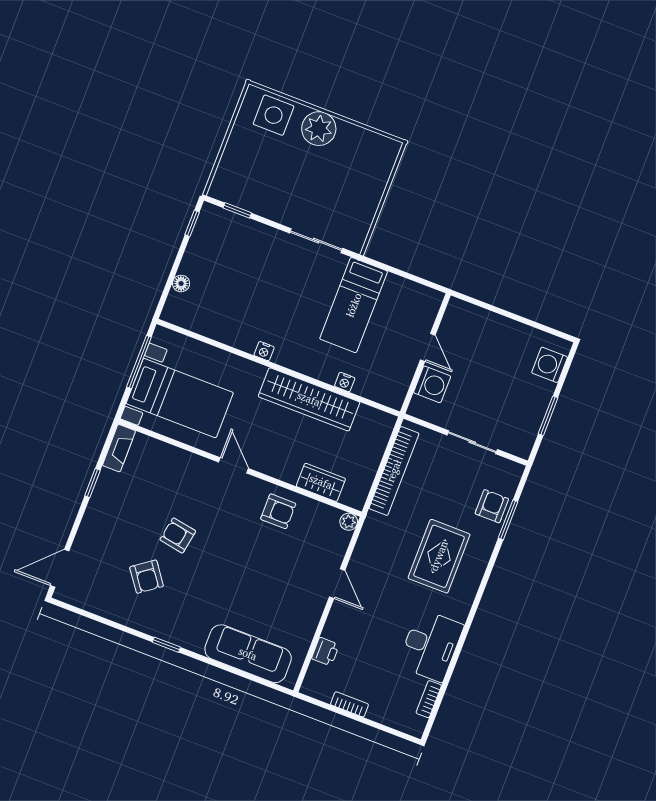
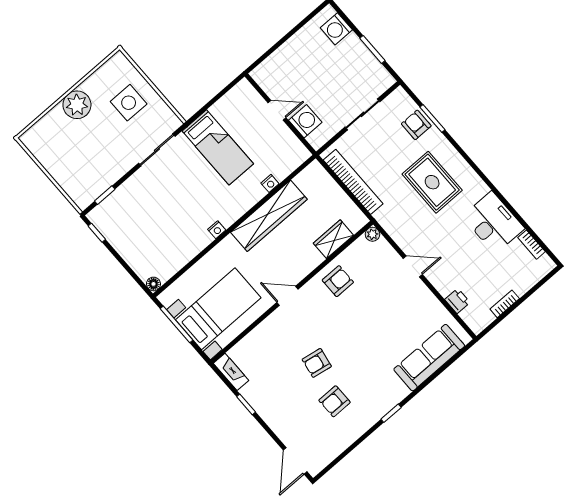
side table: (274, 115) -> (129, 103), moved
floor lamp: (181, 284) -> (153, 284), moved
armchair: (147, 577) -> (335, 401), turned 126

